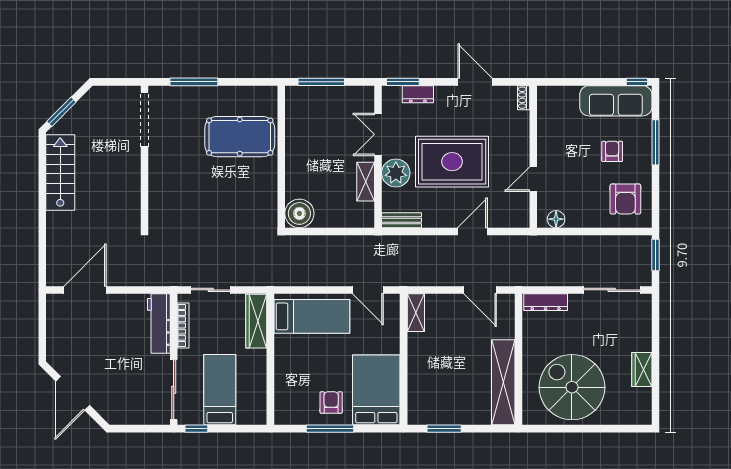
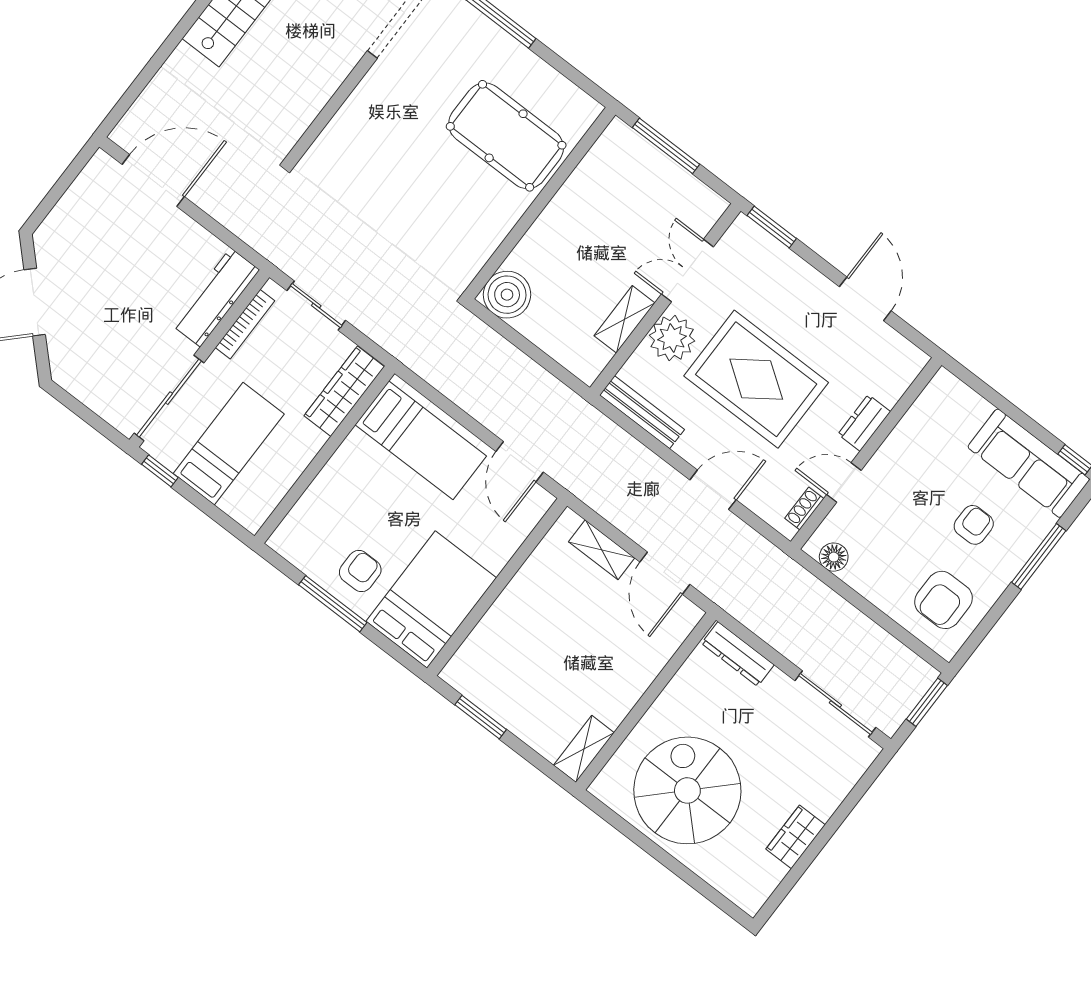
dresser: (418, 94) -> (864, 423), moved, turned 90
shoe rack: (524, 98) -> (804, 508), moved
bench: (402, 220) -> (642, 412), width x1.36
shelving: (416, 313) -> (602, 550), moved, turned 90
shelving: (503, 382) -> (584, 749), width x0.45, depth x0.75

